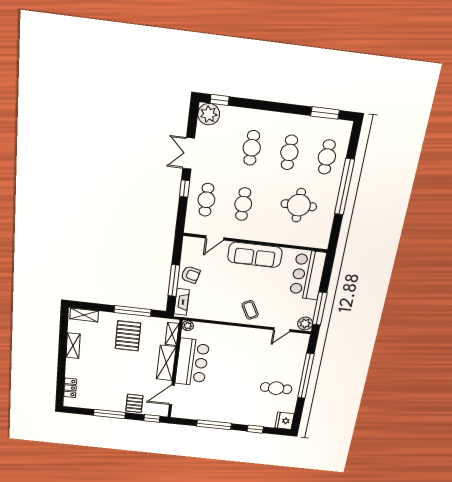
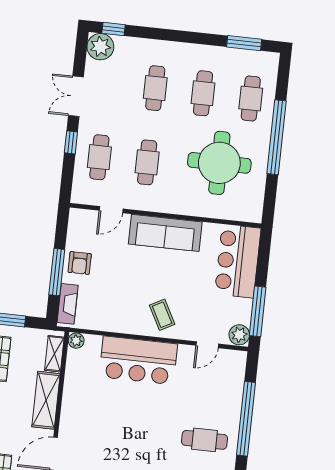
round table: (299, 205) -> (219, 163), width x1.36, depth x1.36
armchair: (191, 275) -> (80, 263), turned 76
bar counter: (192, 362) -> (138, 360), moved, turned 90

